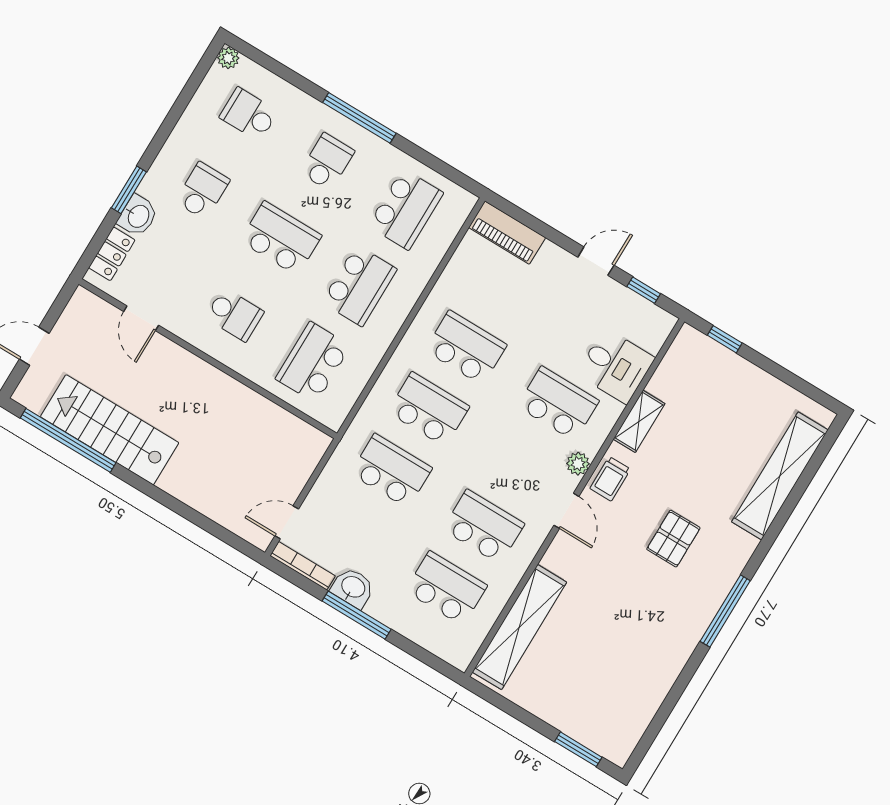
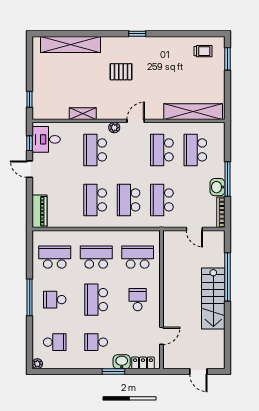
school desk: (249, 114) -> (55, 342), turned -90
school desk: (313, 362) -> (138, 257), turned 180
desk: (616, 366) -> (46, 139), moved, turned -90
stairs: (110, 430) -> (213, 298), moved
window: (68, 440) -> (227, 277), moved
trolley: (610, 479) -> (203, 51), moved
door: (287, 522) -> (194, 229), moved
window: (725, 611) -> (137, 34), width x0.46

